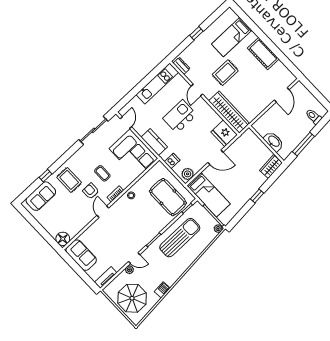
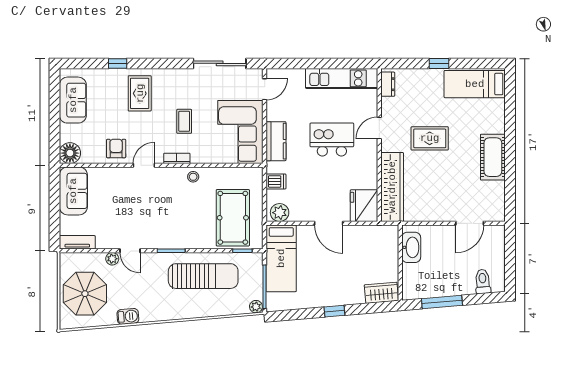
bed: (232, 37) -> (475, 84), moved
washbasin: (274, 141) -> (411, 247), moved
armchair: (91, 191) -> (116, 149), moved
sofa: (41, 196) -> (73, 100), moved, turned -90

